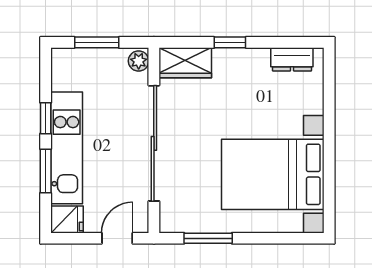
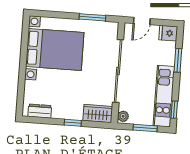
window: (46, 118) -> (174, 110), moved
kitchen unit: (67, 148) -> (164, 96), moved

